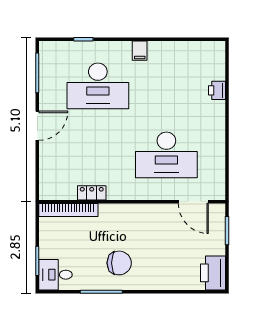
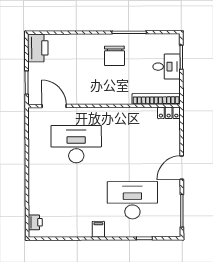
printer: (217, 90) -> (35, 222), moved
locker: (92, 193) -> (169, 113), moved
chair: (119, 263) -> (114, 56), turned -90
desk: (55, 275) -> (167, 67), moved

